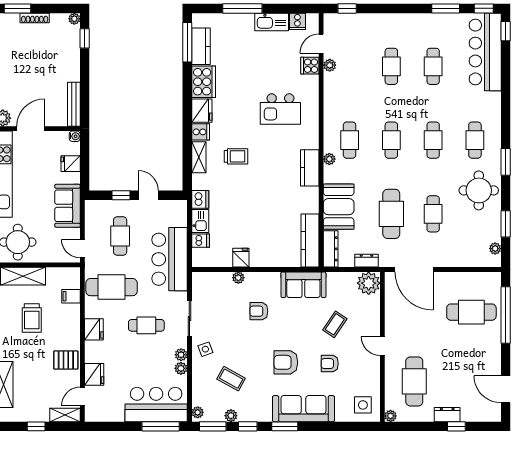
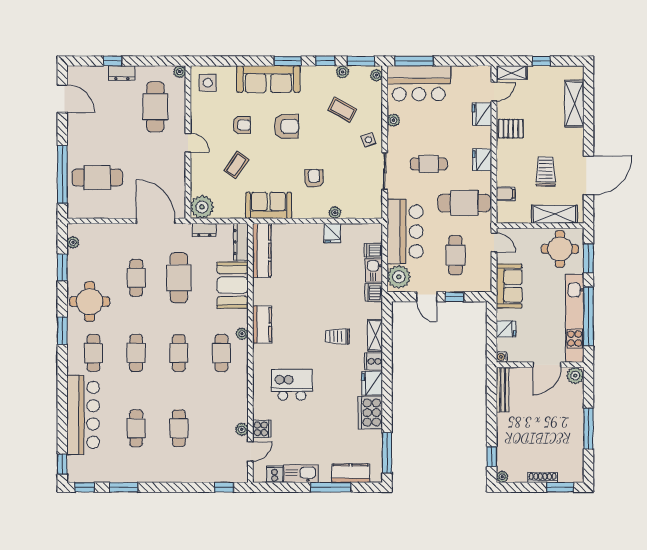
kitchen counter: (201, 46) -> (351, 473), moved, turned 90
bar counter: (485, 52) -> (83, 415), moved
armchair: (259, 311) -> (314, 178), turned -90
plant: (181, 355) -> (399, 277), moved, width x1.87, depth x1.87

